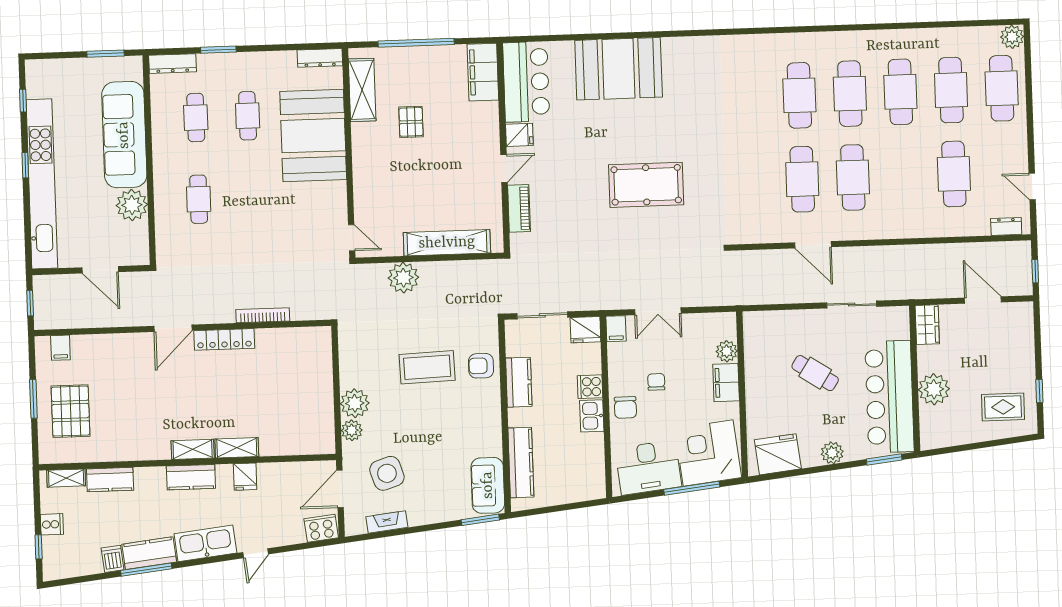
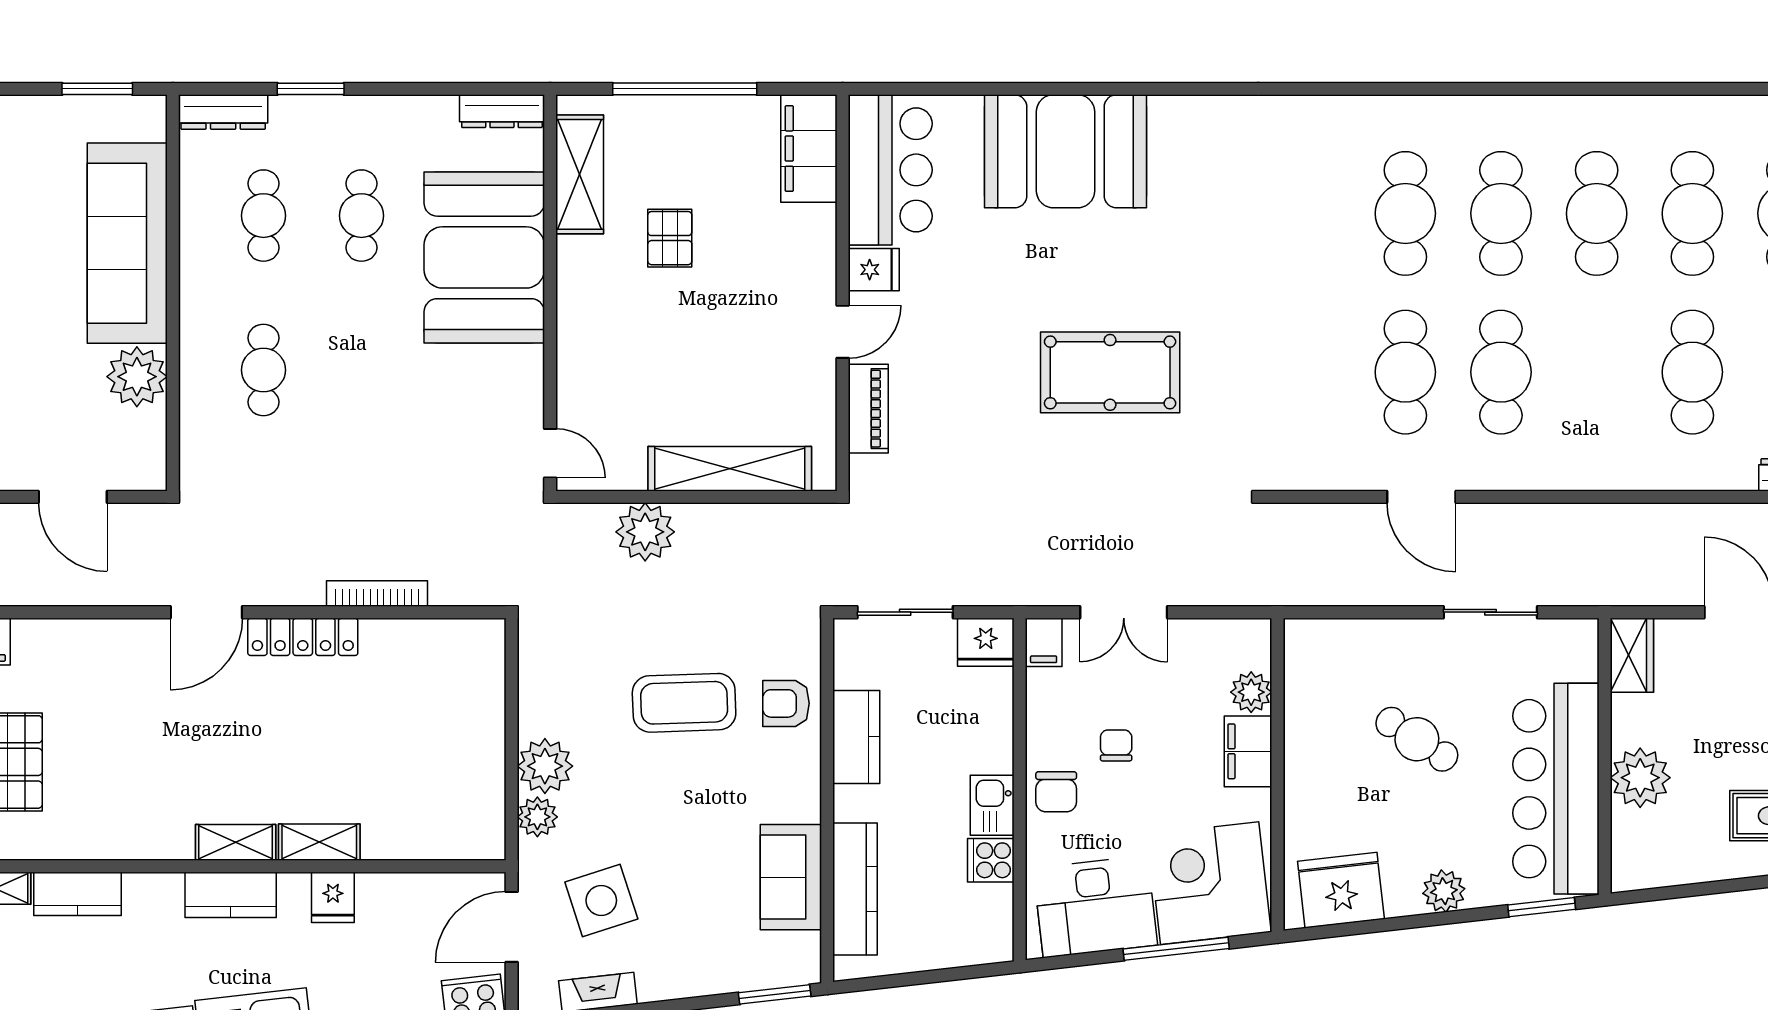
cooker: (590, 387) -> (991, 860), moved
sofa: (488, 485) -> (791, 877), moved

